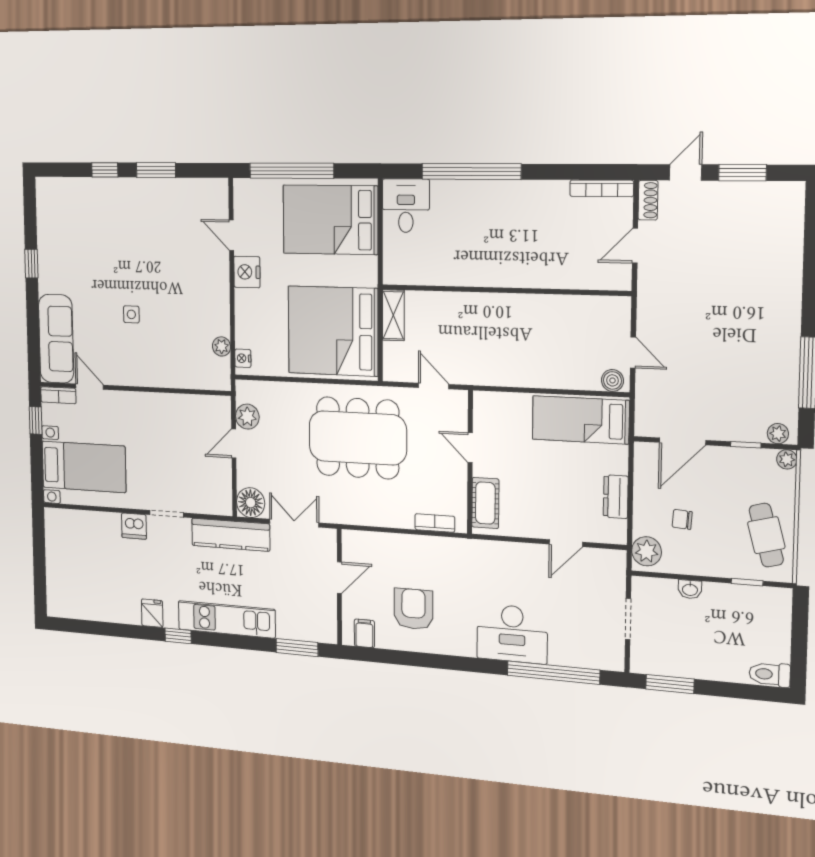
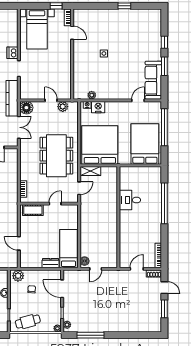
desk: (406, 206) -> (130, 200), moved, turned 180
door: (635, 246) -> (137, 269), hinge flipped
nightstand: (247, 272) -> (98, 107), moved
shelving: (393, 315) -> (90, 171), moved
sofa: (56, 339) -> (153, 80), moved, turned 90
door: (90, 387) -> (72, 33), hinge flipped
dresser: (616, 497) -> (51, 263), moved

